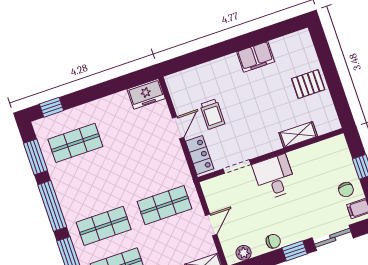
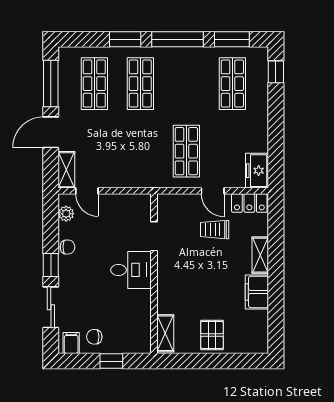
shelving: (221, 65) -> (260, 255), added
shelving: (298, 135) -> (165, 333), moved
locker: (200, 155) -> (249, 203), moved
shop shelf: (164, 205) -> (186, 151), moved
door: (211, 225) -> (87, 191), moved
chair: (273, 241) -> (67, 247), turned -90

